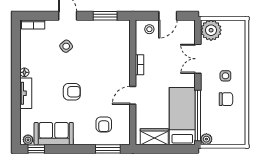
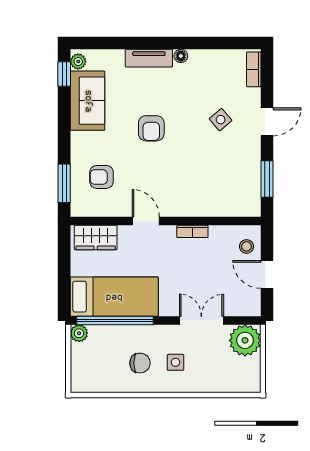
chair: (226, 99) -> (140, 363), turned -90
wardrobe: (154, 137) -> (96, 238), moved, turned 90

